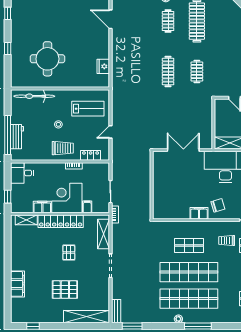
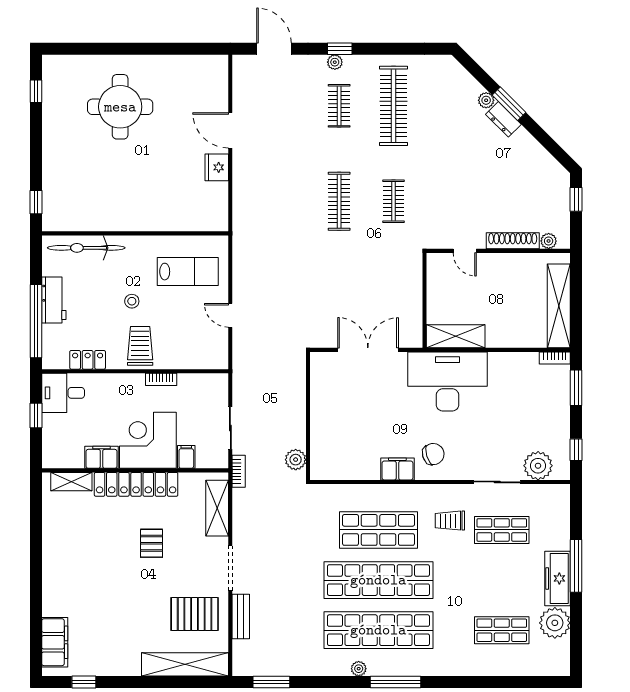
door: (110, 19) -> (230, 130), moved
window: (8, 49) -> (36, 202), moved
round table: (47, 59) -> (120, 107), moved
fridge: (103, 66) -> (217, 167), moved
door: (110, 132) -> (230, 315), hinge flipped
workbench: (17, 137) -> (54, 300), moved
trolley: (63, 148) -> (140, 346), turned -90
locker: (91, 155) -> (88, 360), moved
window: (8, 197) -> (36, 416), moved
plant: (145, 208) -> (296, 460), added
shop shelf: (189, 246) -> (378, 530), width x1.43, depth x1.36
filing cabinet: (18, 284) -> (55, 642), moved
pallet: (65, 290) -> (195, 614), moved
bench: (116, 311) -> (241, 617), moved

